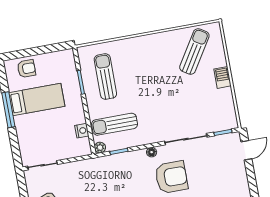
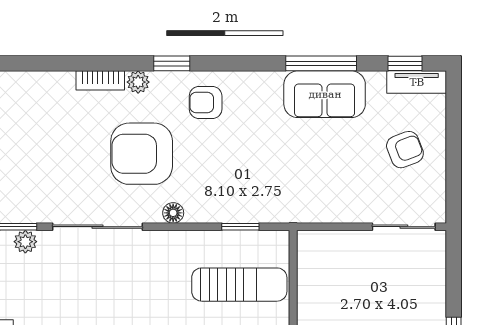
nightstand: (82, 131) -> (309, 284), removed
plant: (100, 148) -> (25, 242), moved

